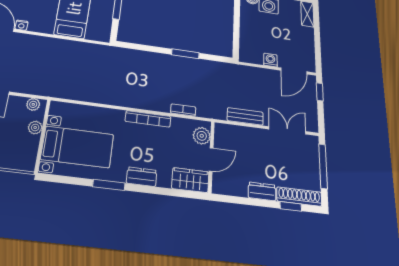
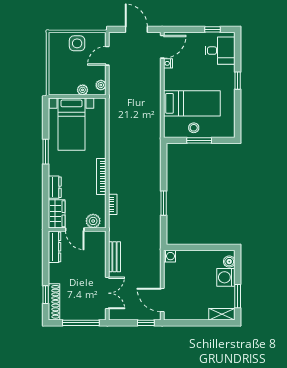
stool: (102, 10) -> (194, 128), added
washing machine: (270, 60) -> (170, 256), moved
dresser: (142, 177) -> (55, 187), moved
dresser: (262, 191) -> (55, 247), moved, width x1.44

